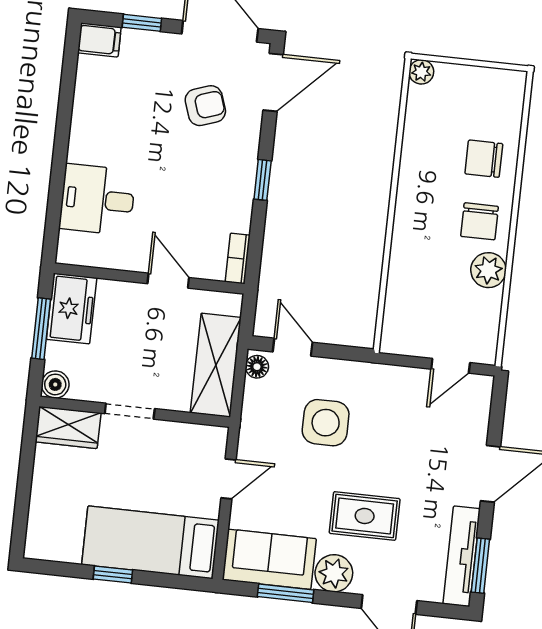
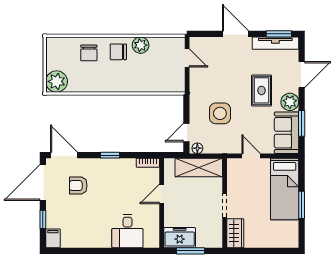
plant: (421, 72) -> (57, 81), width x1.88, depth x1.88
armchair: (205, 106) -> (78, 186), turned -71
chair: (480, 221) -> (118, 52), turned 180
boiler: (55, 384) -> (216, 241), removed
window: (113, 575) -> (302, 205), width x1.50

